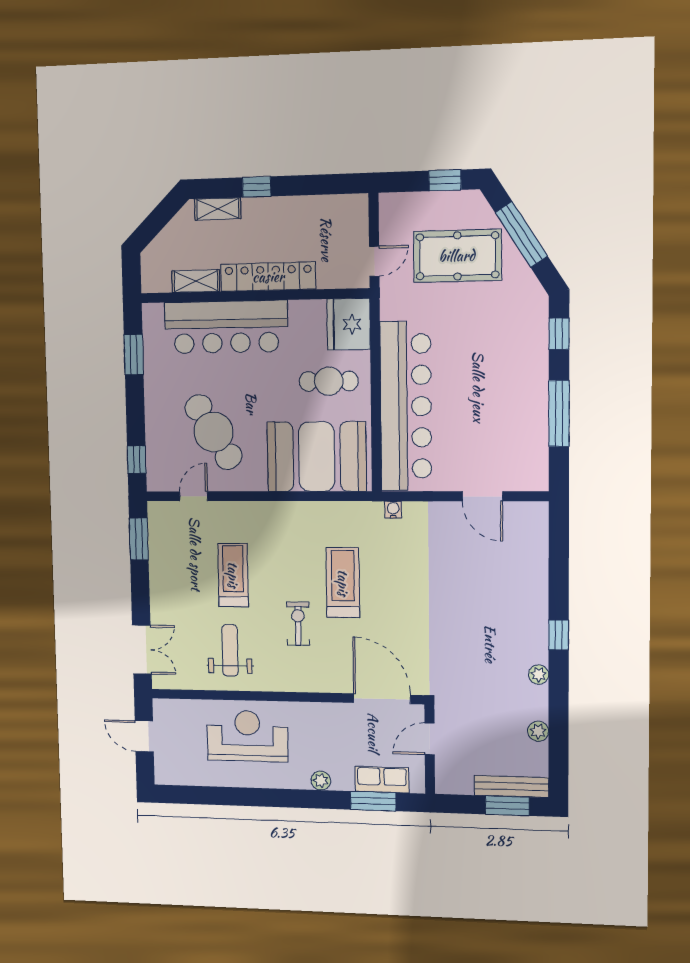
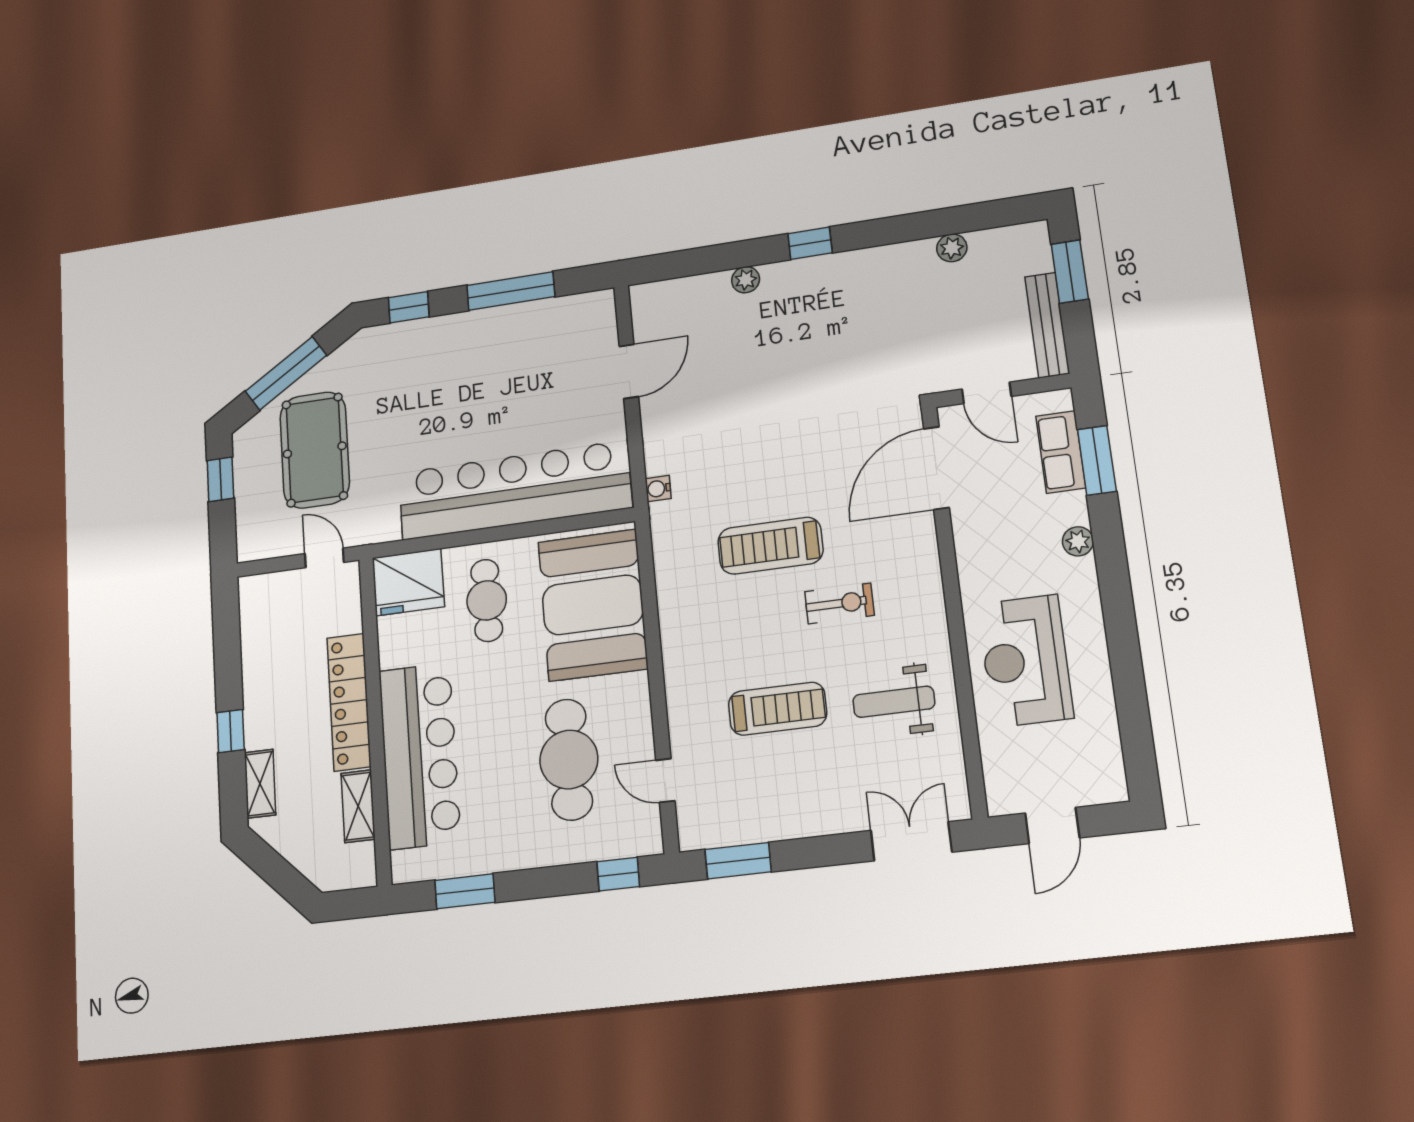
cafe table: (213, 432) -> (569, 760), turned -59
treadmill: (233, 575) -> (778, 709), turned 180
exercise bike: (298, 624) -> (839, 603), turned 180
plant: (539, 675) -> (746, 280), moved
bench: (511, 786) -> (1047, 325), moved

